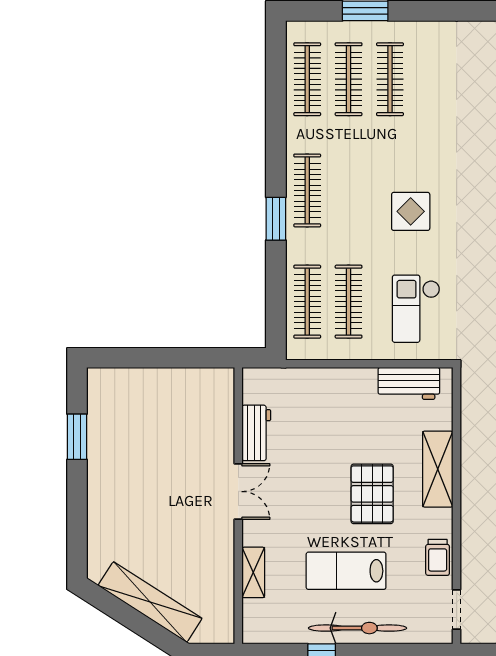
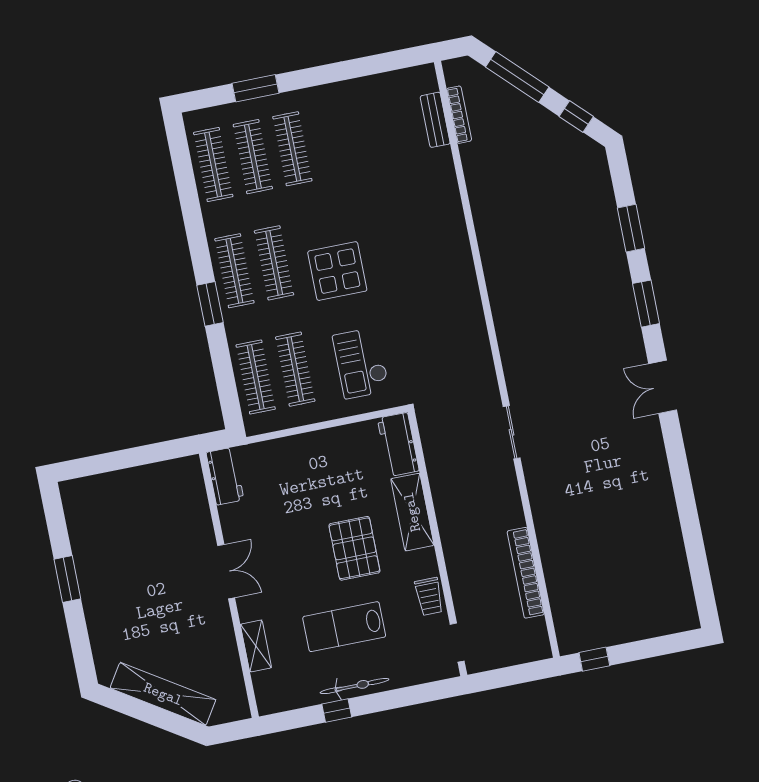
clothes rail: (349, 190) -> (274, 263), added
display table: (411, 211) -> (337, 271), width x1.36, depth x1.36
workbench: (409, 383) -> (398, 445), moved, turned 90
workbench: (256, 433) -> (225, 476), moved
window: (77, 437) -> (67, 579), moved
bicycle: (358, 628) -> (354, 686), width x0.73, depth x0.71

